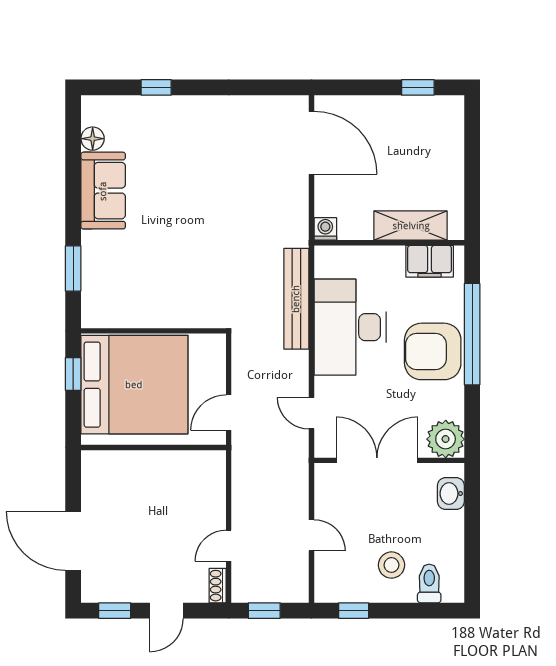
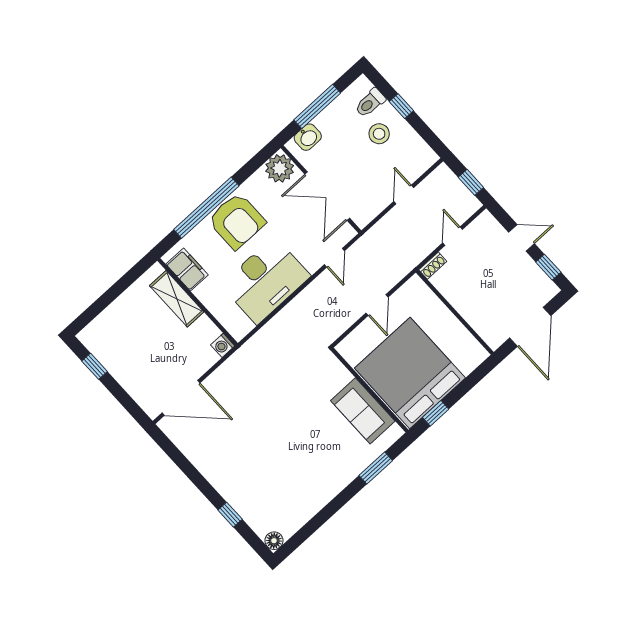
floor lamp: (93, 139) -> (274, 541), moved
door: (311, 143) -> (181, 398), swing flipped
sofa: (103, 191) -> (363, 411), moved, turned -90
bench: (296, 299) -> (277, 326), removed
door: (229, 413) -> (377, 305), hinge flipped
wall: (153, 447) -> (455, 312), moved
window: (472, 530) -> (317, 106), added
door: (229, 546) -> (453, 236), swing flipped
shoe rack: (218, 586) -> (433, 266), moved
window: (354, 611) -> (401, 106), moved

